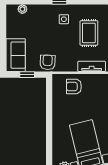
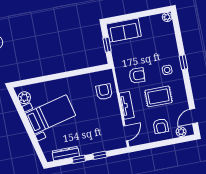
plant: (22, 9) -> (167, 17), moved
armchair: (48, 62) -> (137, 75), moved

